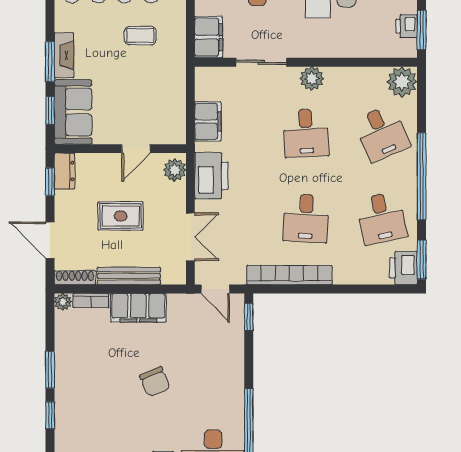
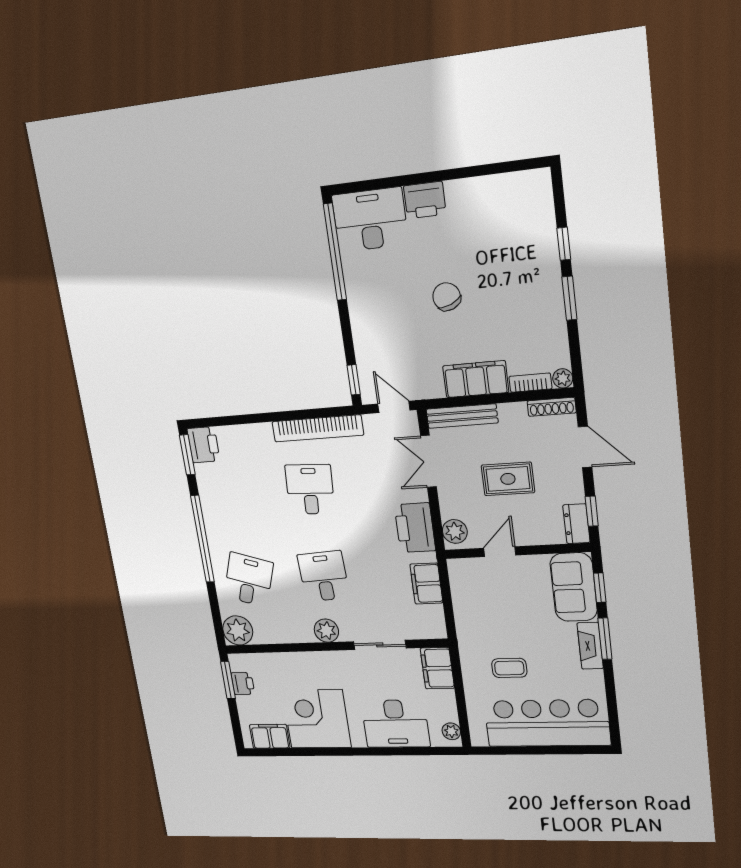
desk: (382, 133) -> (249, 580), turned 42
desk: (382, 218) -> (234, 494), removed
bench: (129, 276) -> (462, 416), moved

